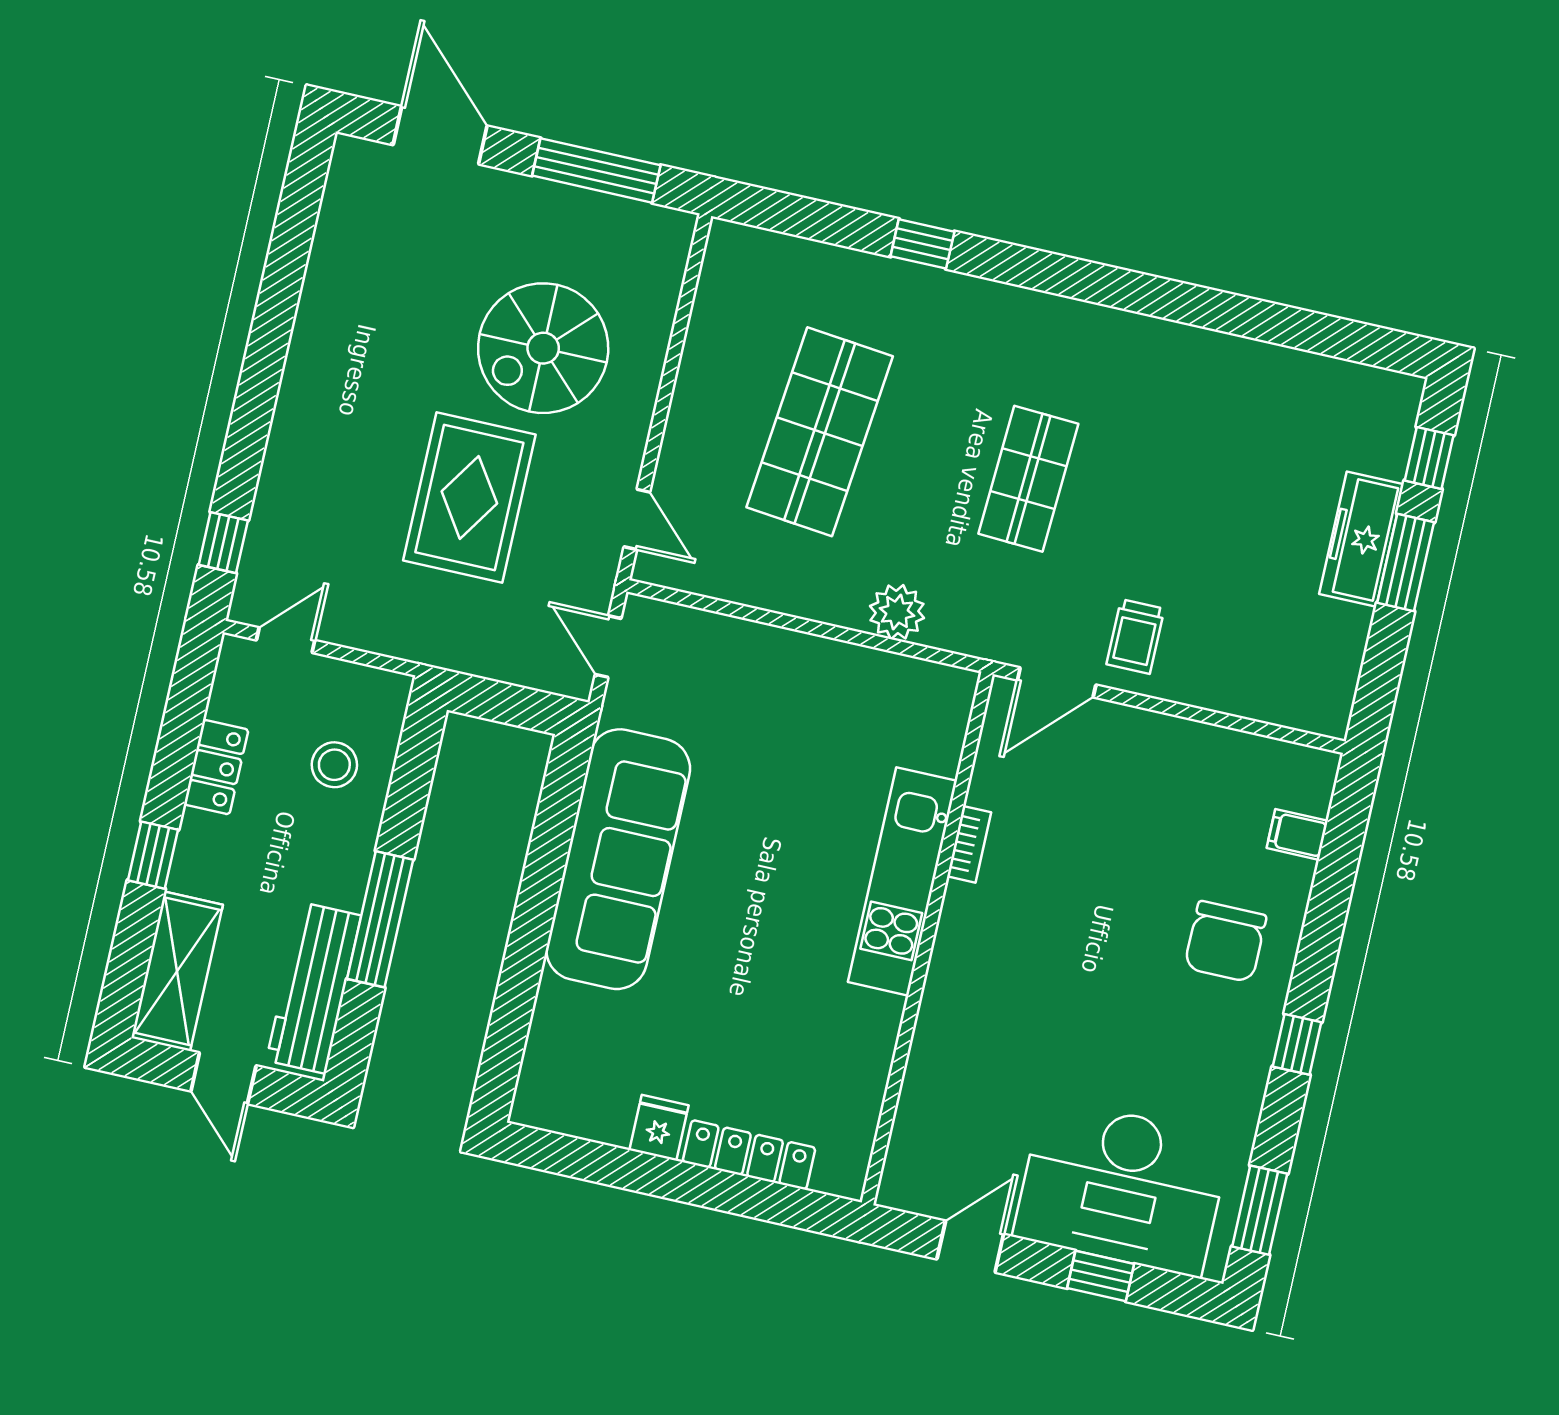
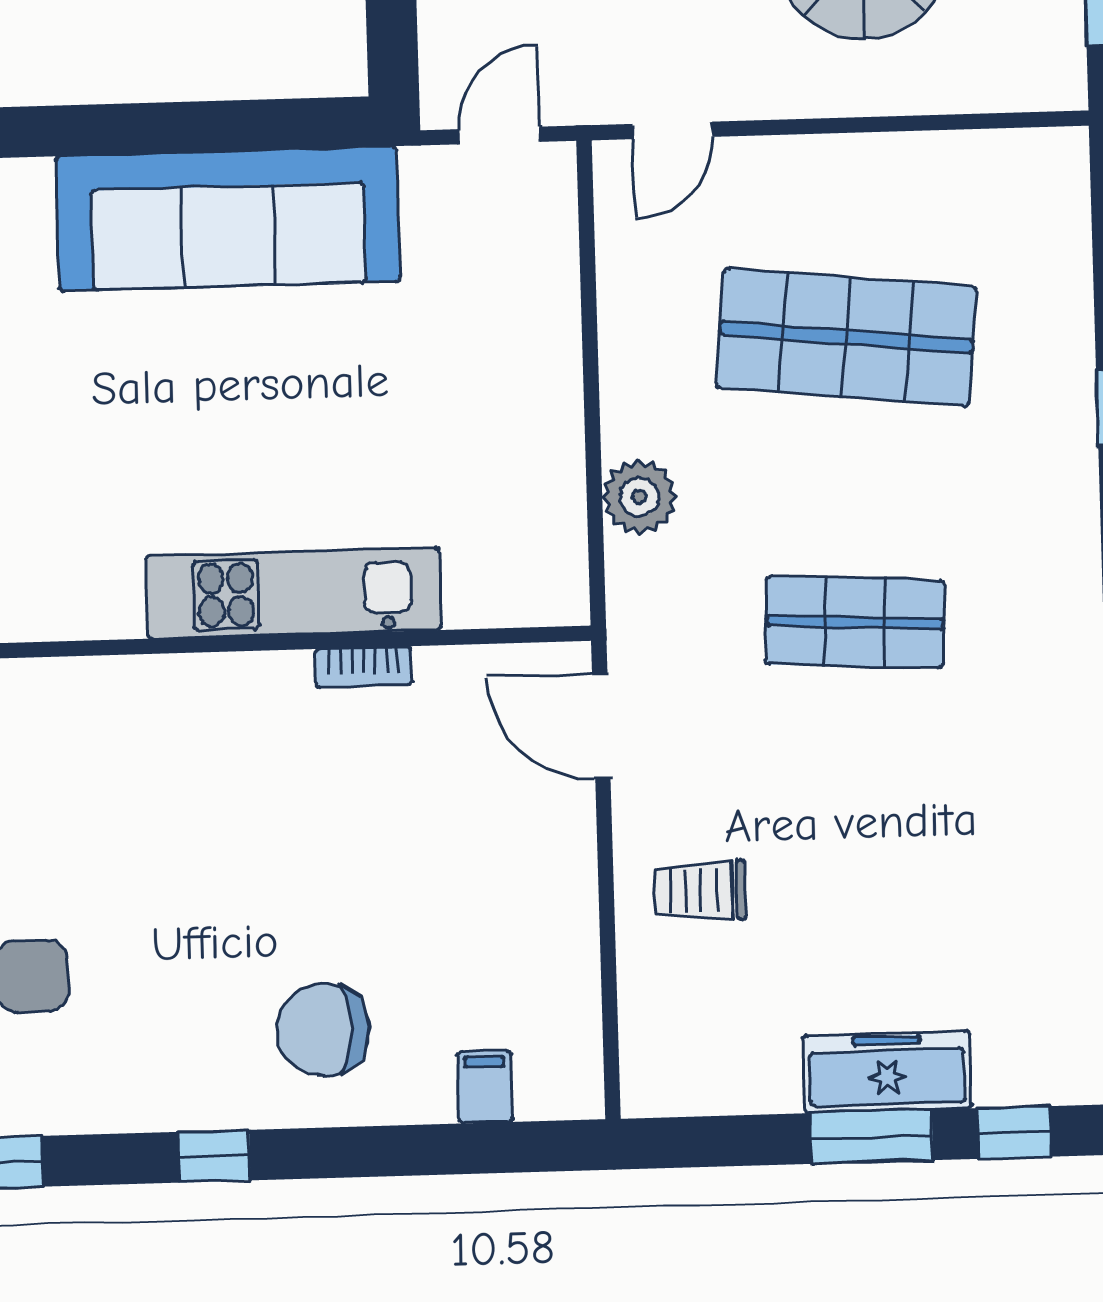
trolley: (1135, 636) -> (700, 890), moved

